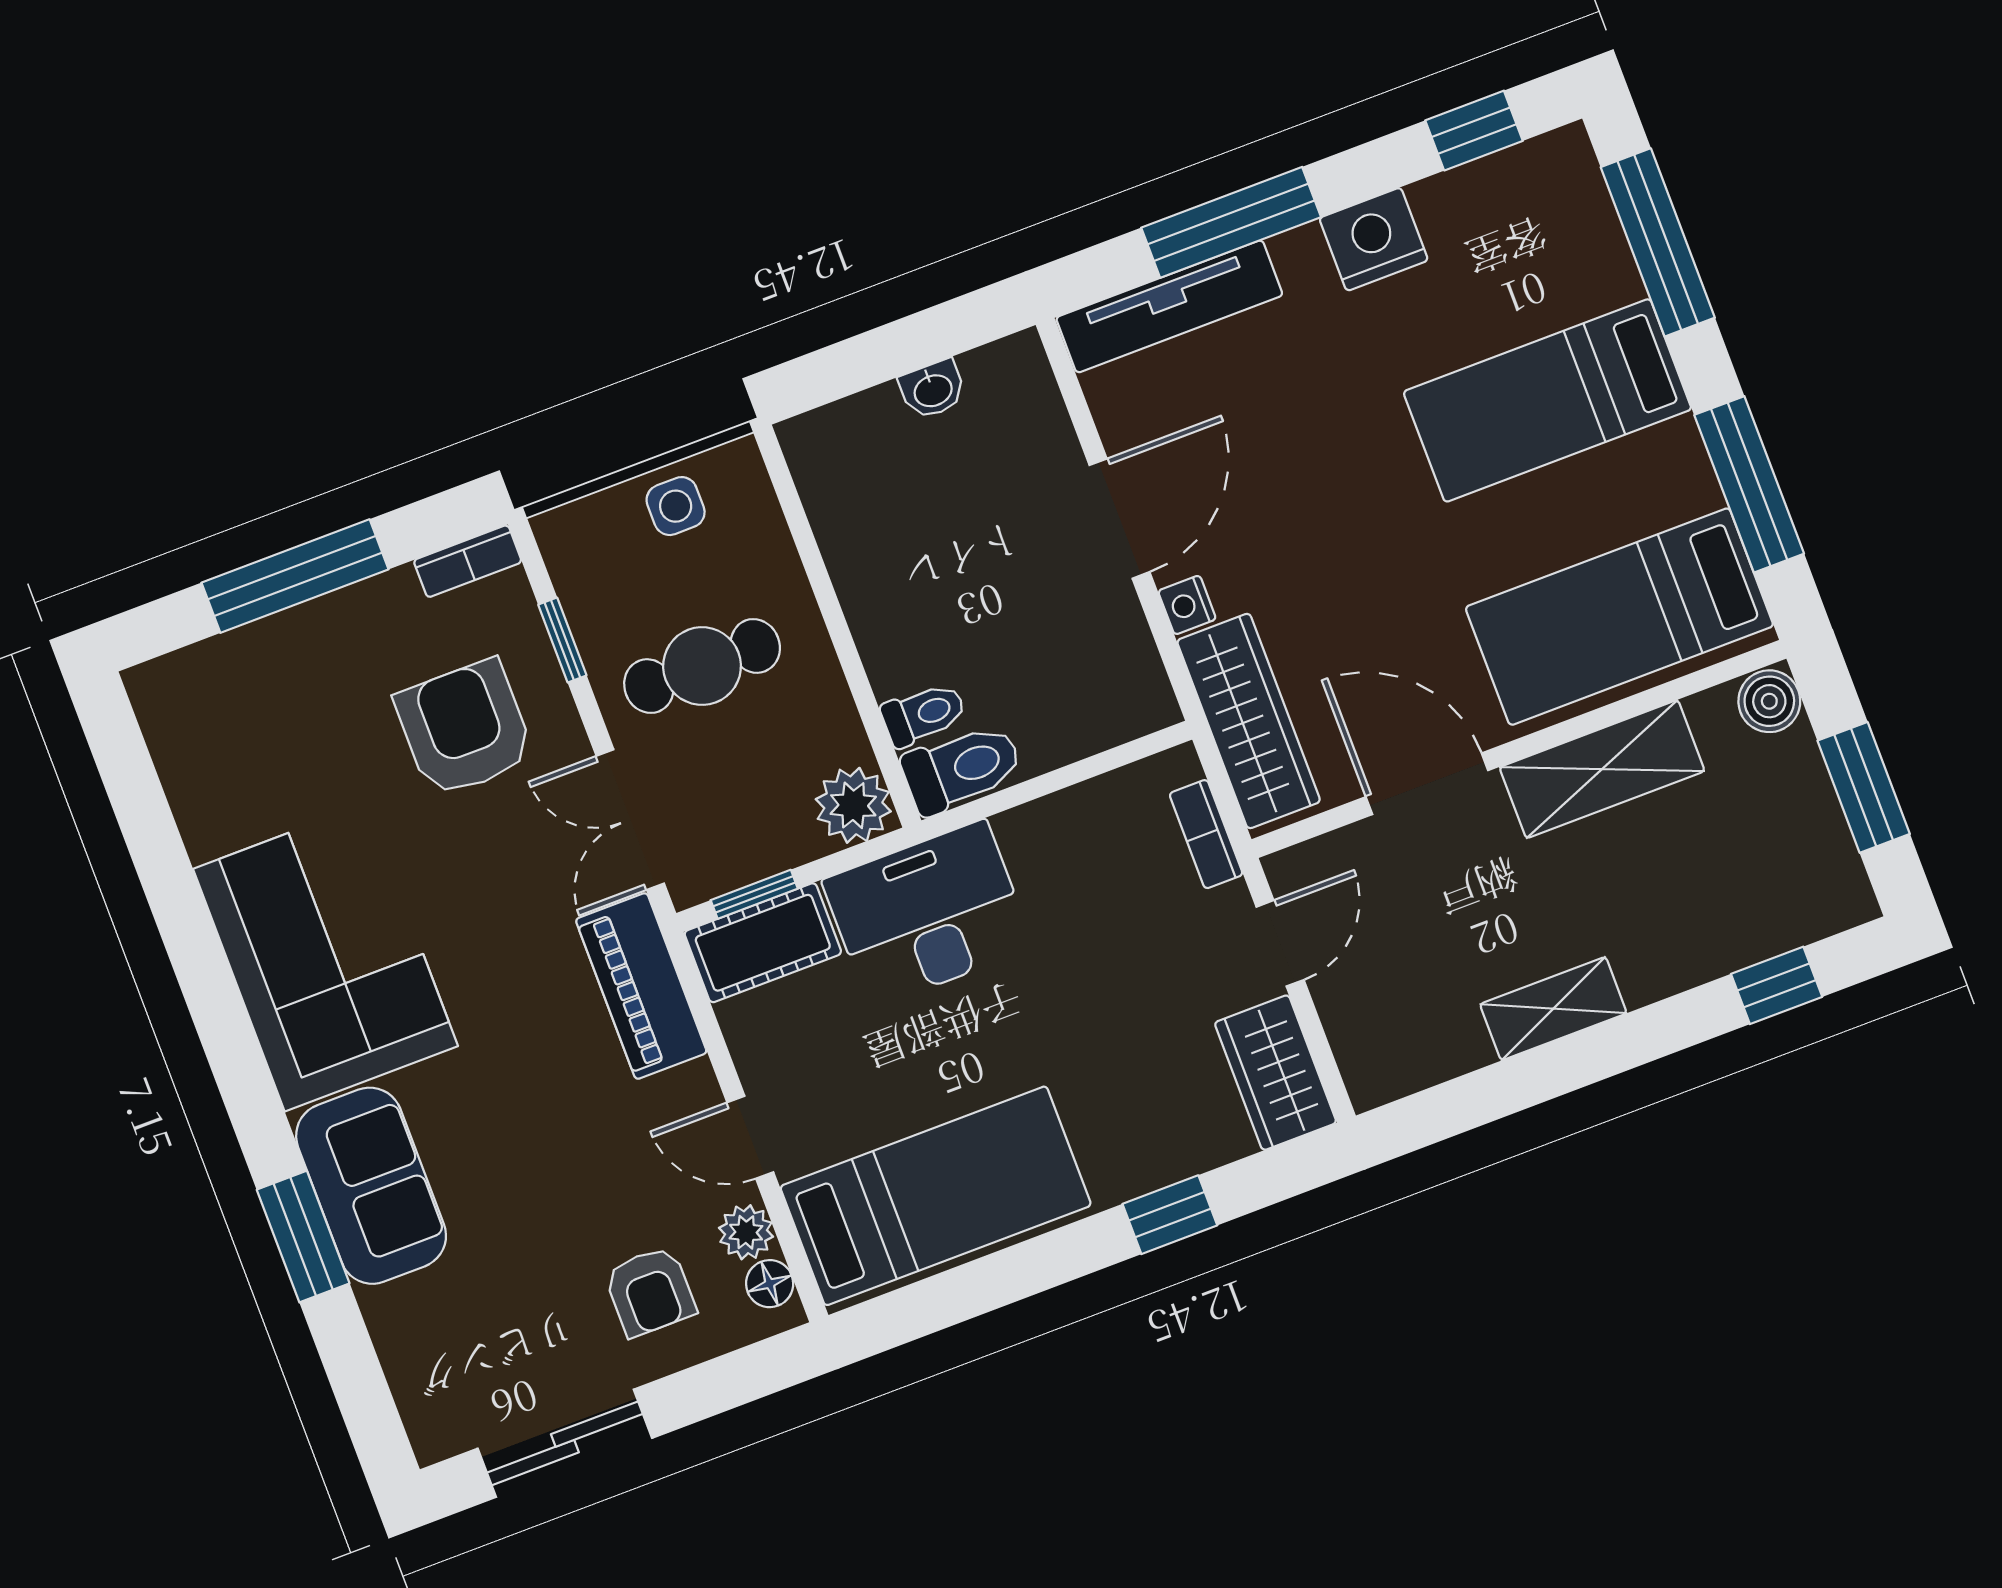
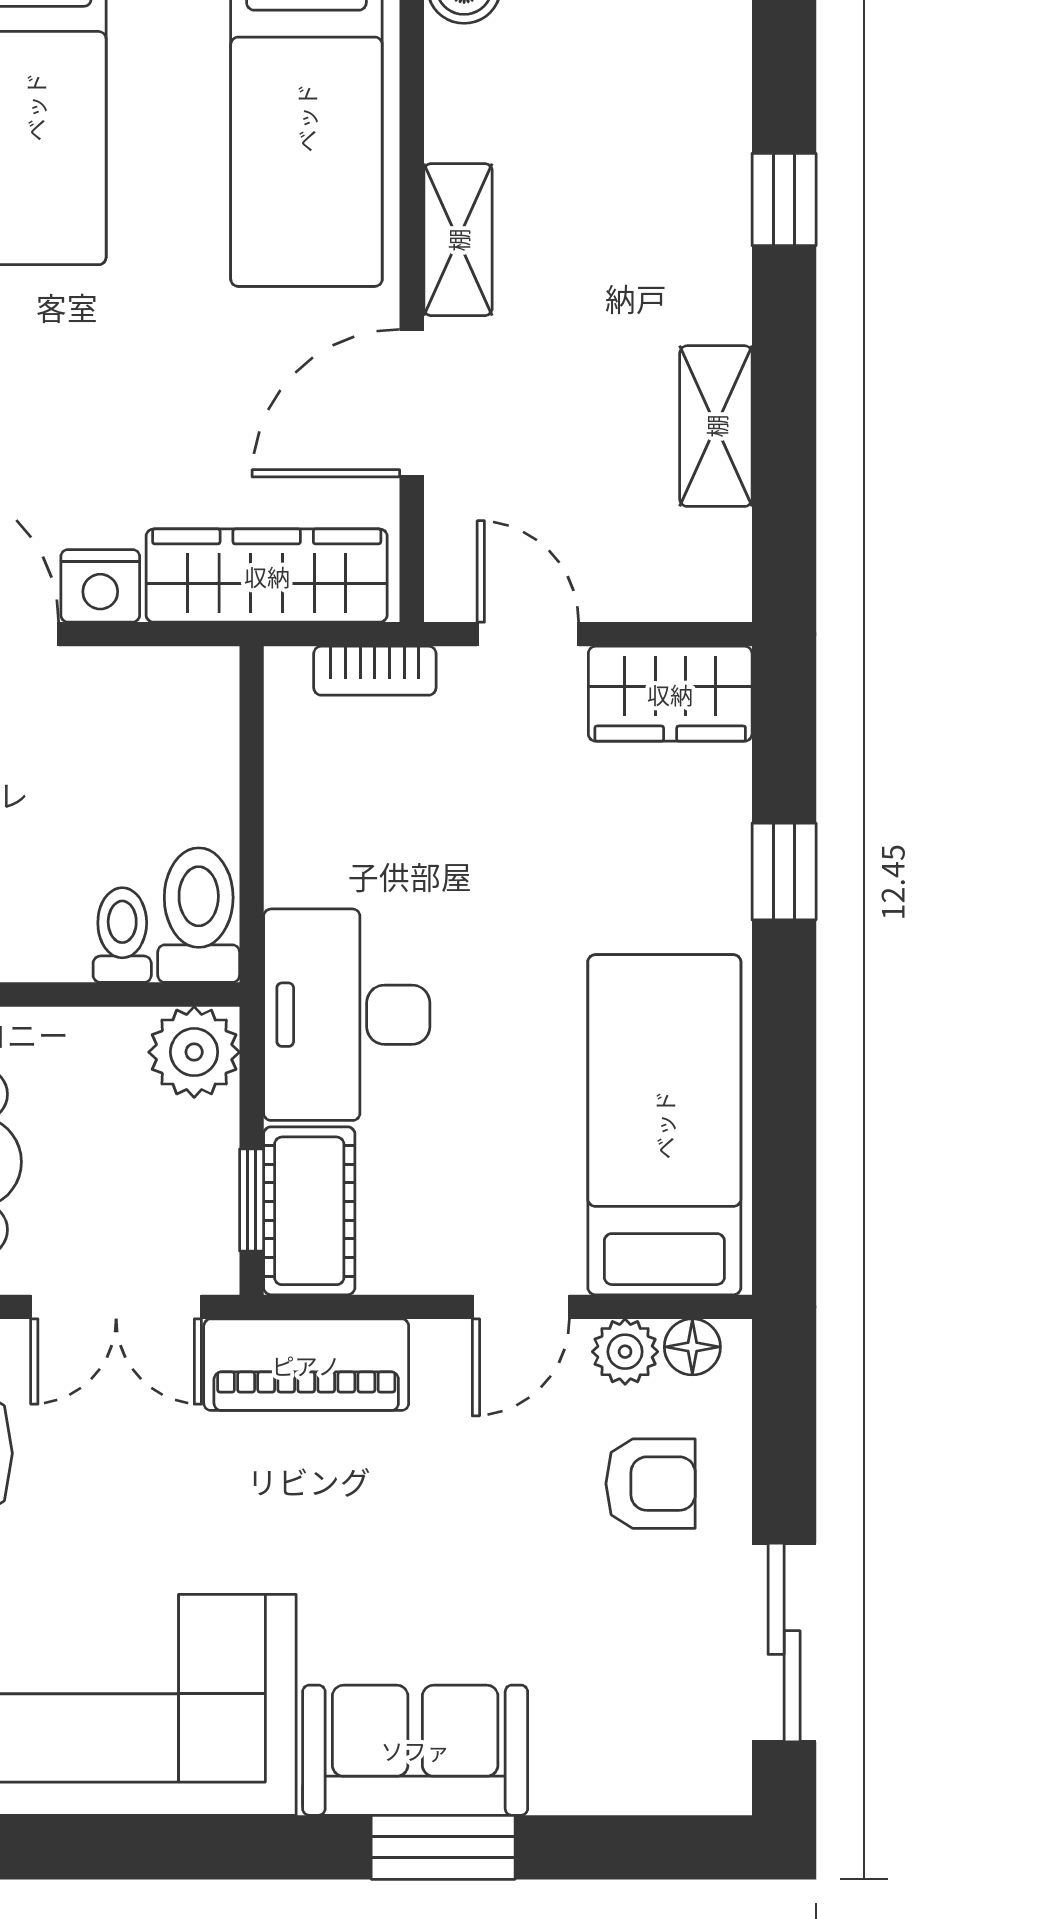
nightstand: (1187, 605) -> (100, 586), width x1.39, depth x1.35
shelving: (1602, 769) -> (458, 240), width x0.67, depth x0.75
window: (1777, 985) -> (784, 199), moved
shelving: (1553, 1009) -> (716, 426), moved

